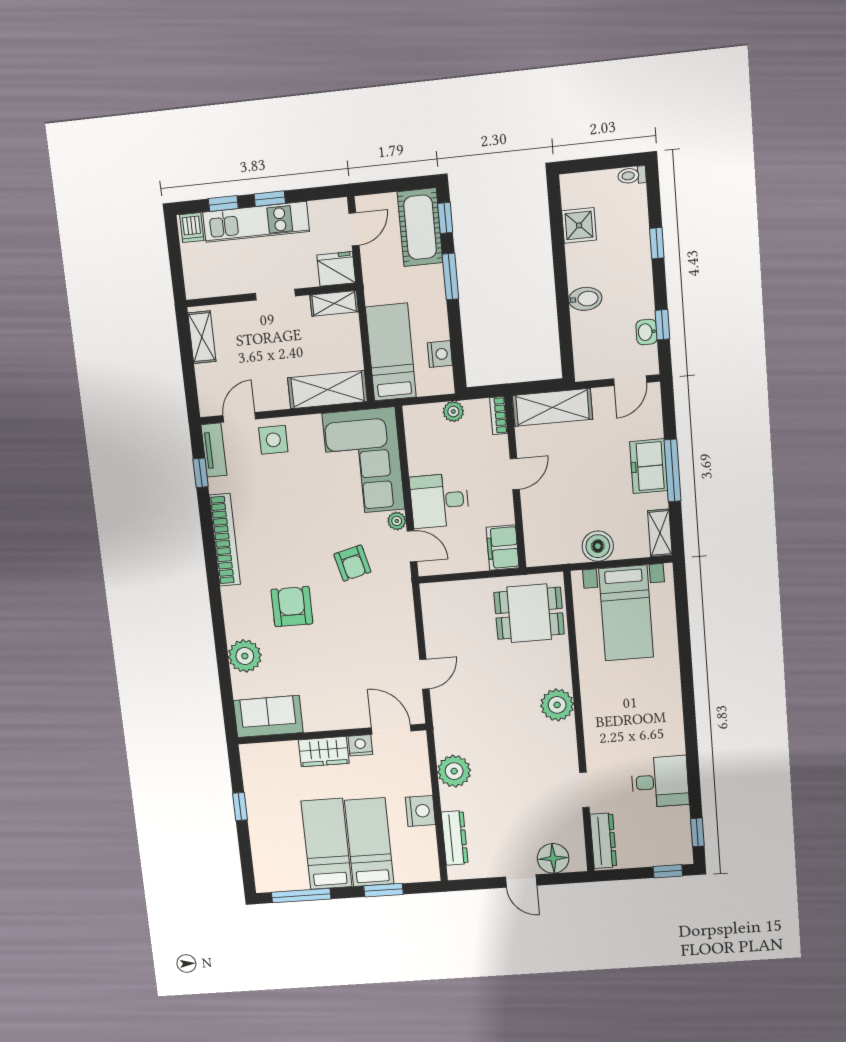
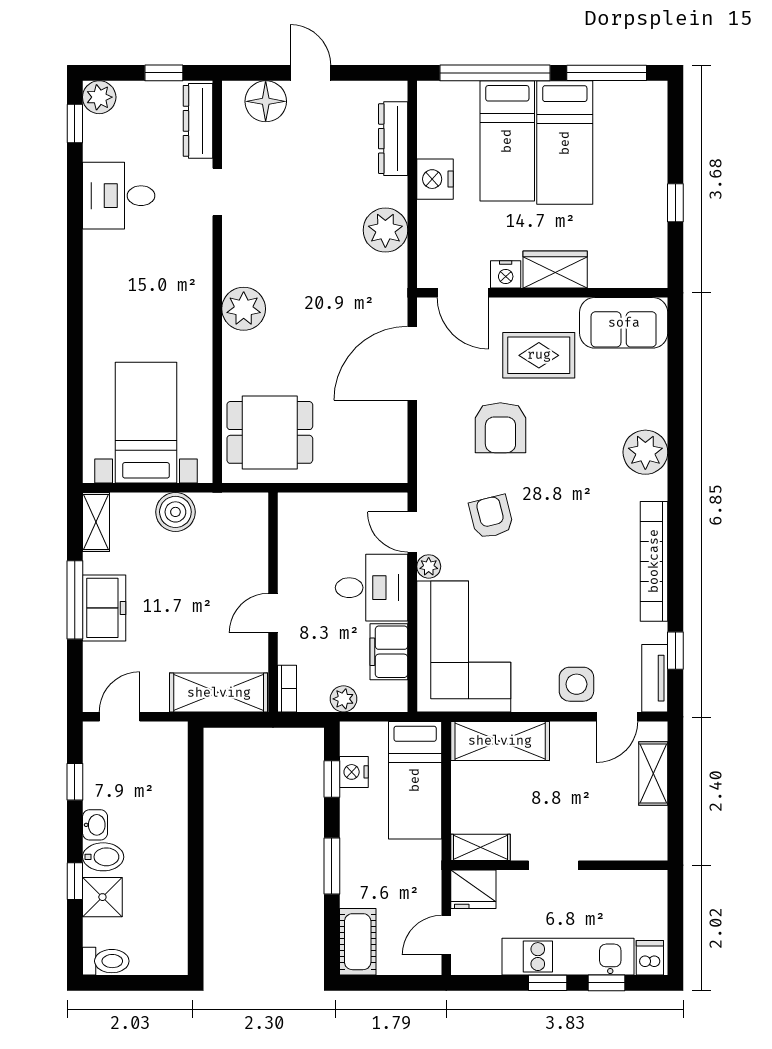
toilet: (632, 175) -> (106, 961), width x1.37, depth x1.39
window: (445, 218) -> (332, 779), moved
shower: (579, 225) -> (102, 897), moved
cot: (420, 227) -> (358, 942), width x0.73, depth x0.75
bidet: (585, 299) -> (103, 857), moved, turned 180
washbasin: (647, 332) -> (95, 825), moved
shelving: (202, 337) -> (653, 774), moved
filing cabinet: (503, 548) -> (389, 652), moved, turned 180
armchair: (292, 607) -> (500, 428), moved
plant: (245, 656) -> (645, 452), moved
door: (424, 674) -> (412, 363), width x1.88
rug: (329, 688) -> (539, 355), added
plant: (680, 853) -> (99, 97), added
window: (668, 871) -> (164, 73), moved
window: (383, 890) -> (495, 73), width x2.11

